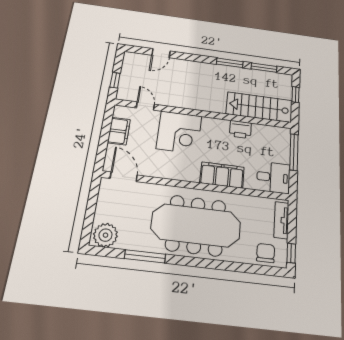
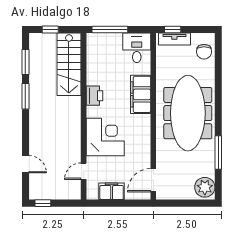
window: (115, 80) -> (43, 203), moved
printer: (240, 129) -> (94, 96), moved
chair: (266, 253) -> (204, 52), turned -90
window: (291, 253) -> (173, 30), moved

